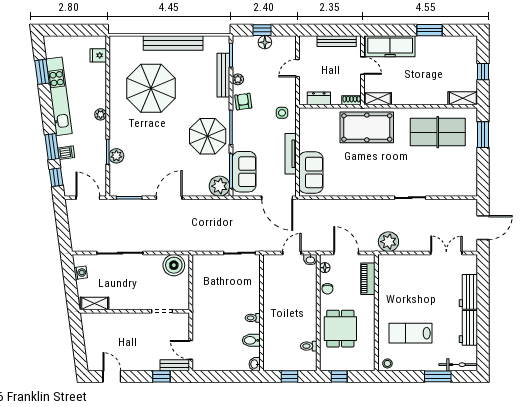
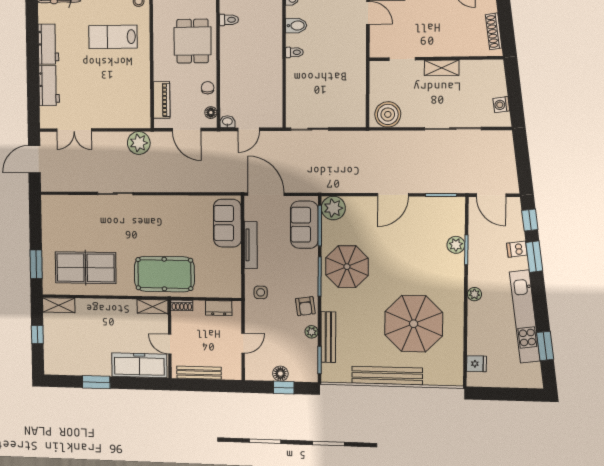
shelving: (95, 303) -> (442, 68), moved
shoe rack: (87, 333) -> (494, 31), added
lab bench: (410, 333) -> (113, 37), turned 180

